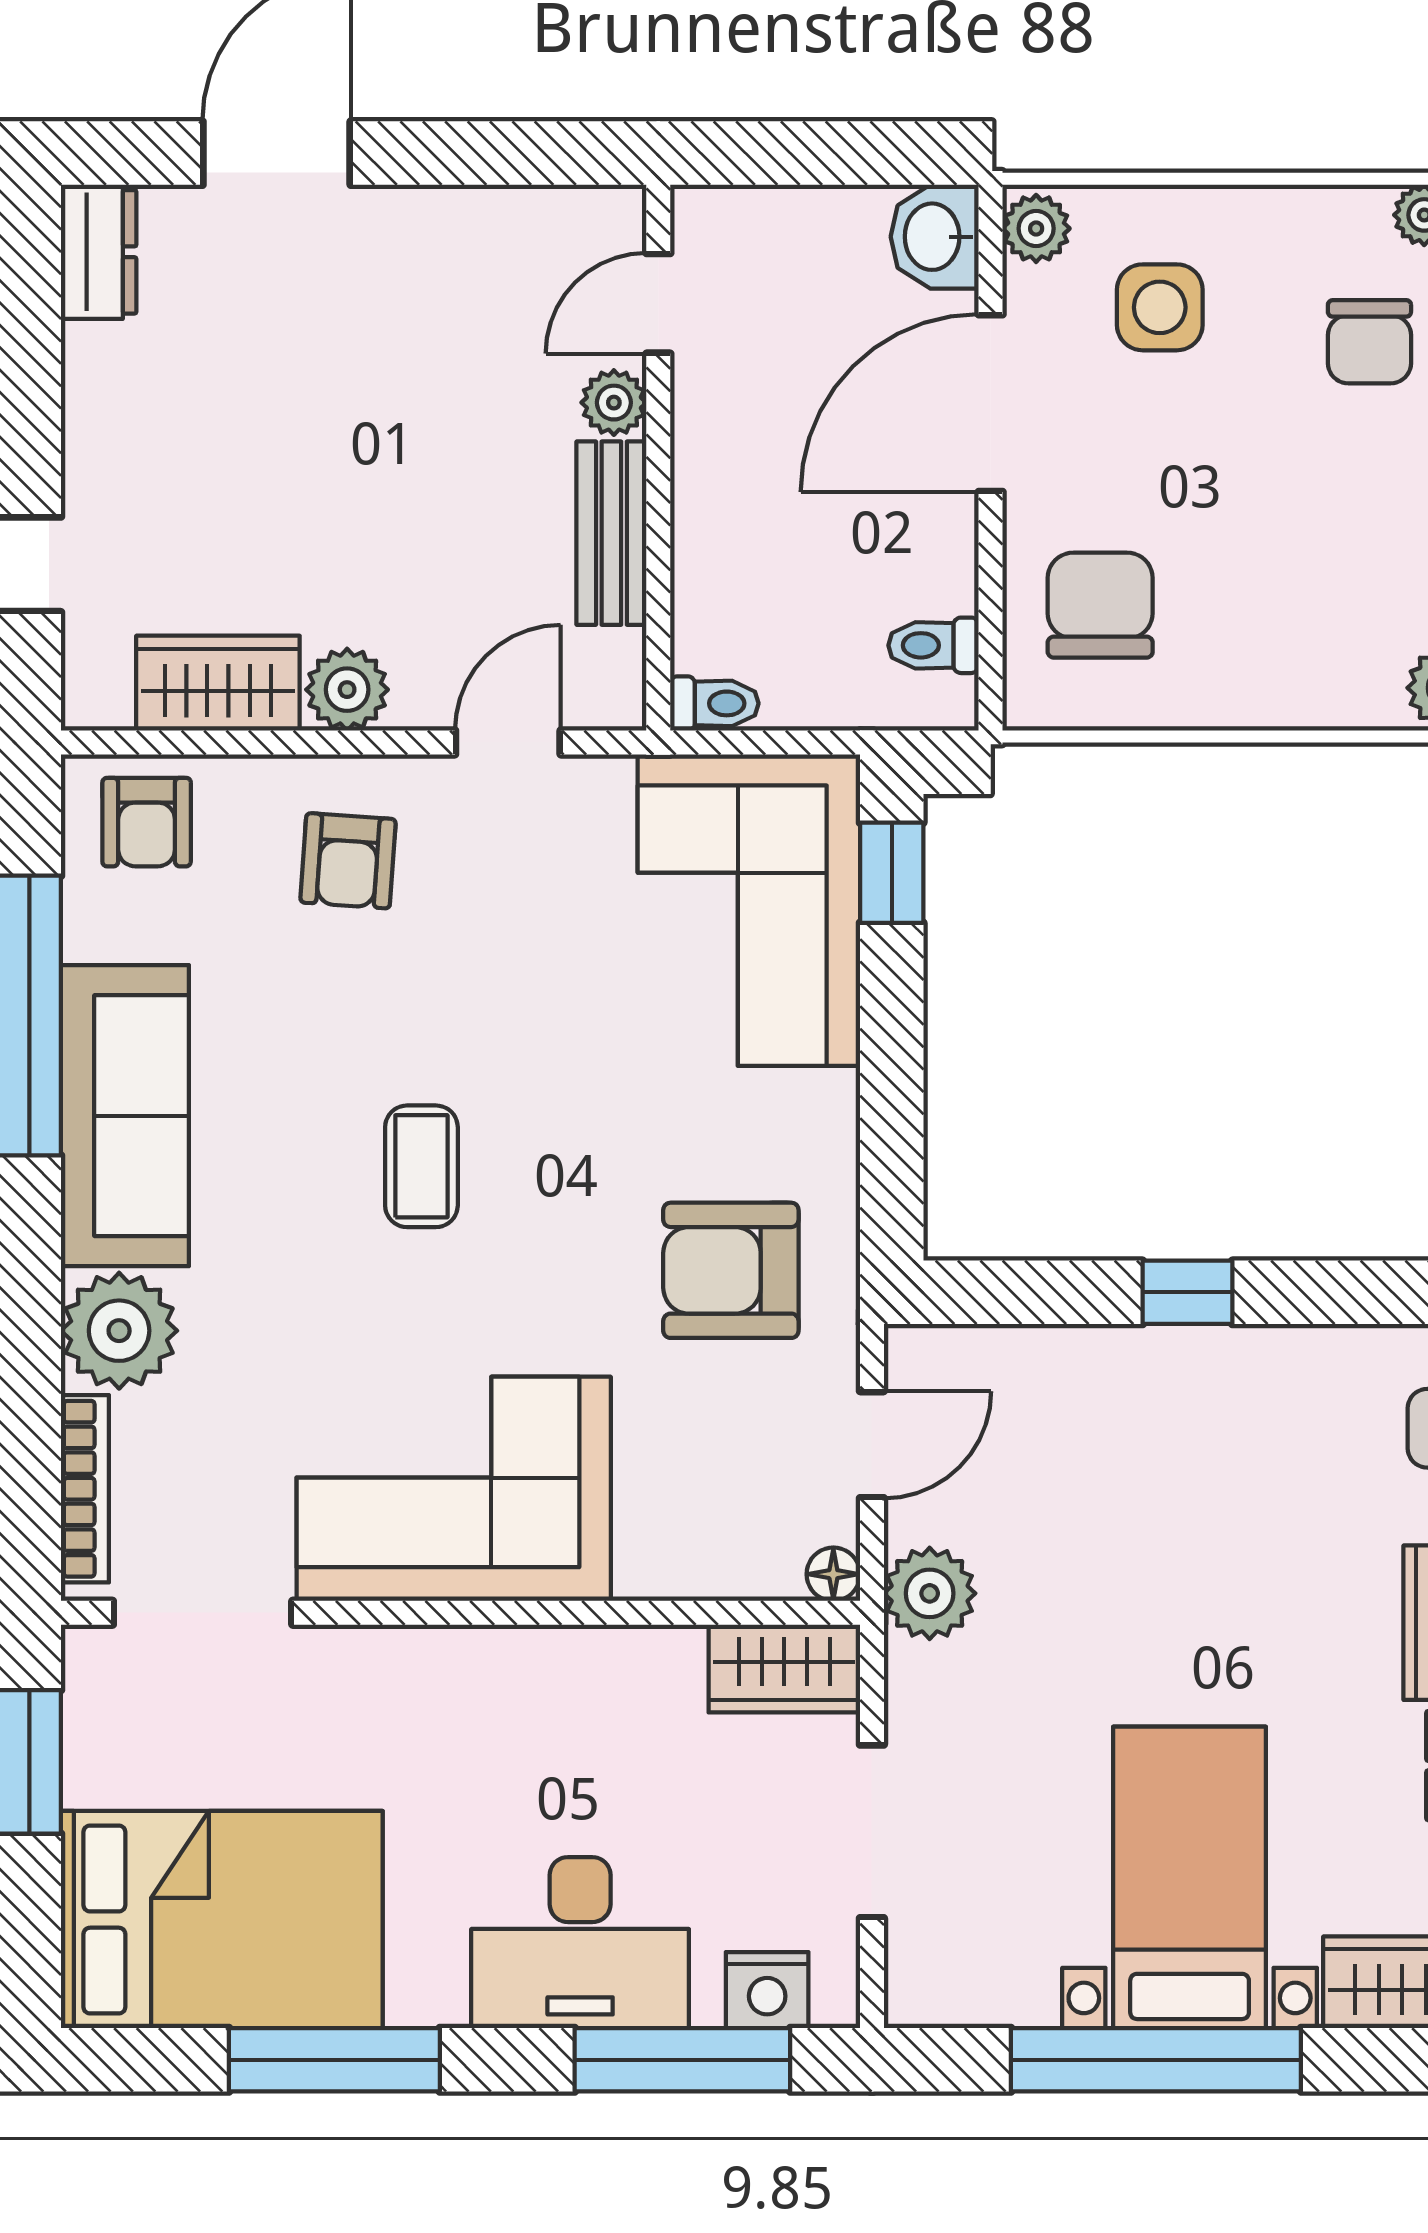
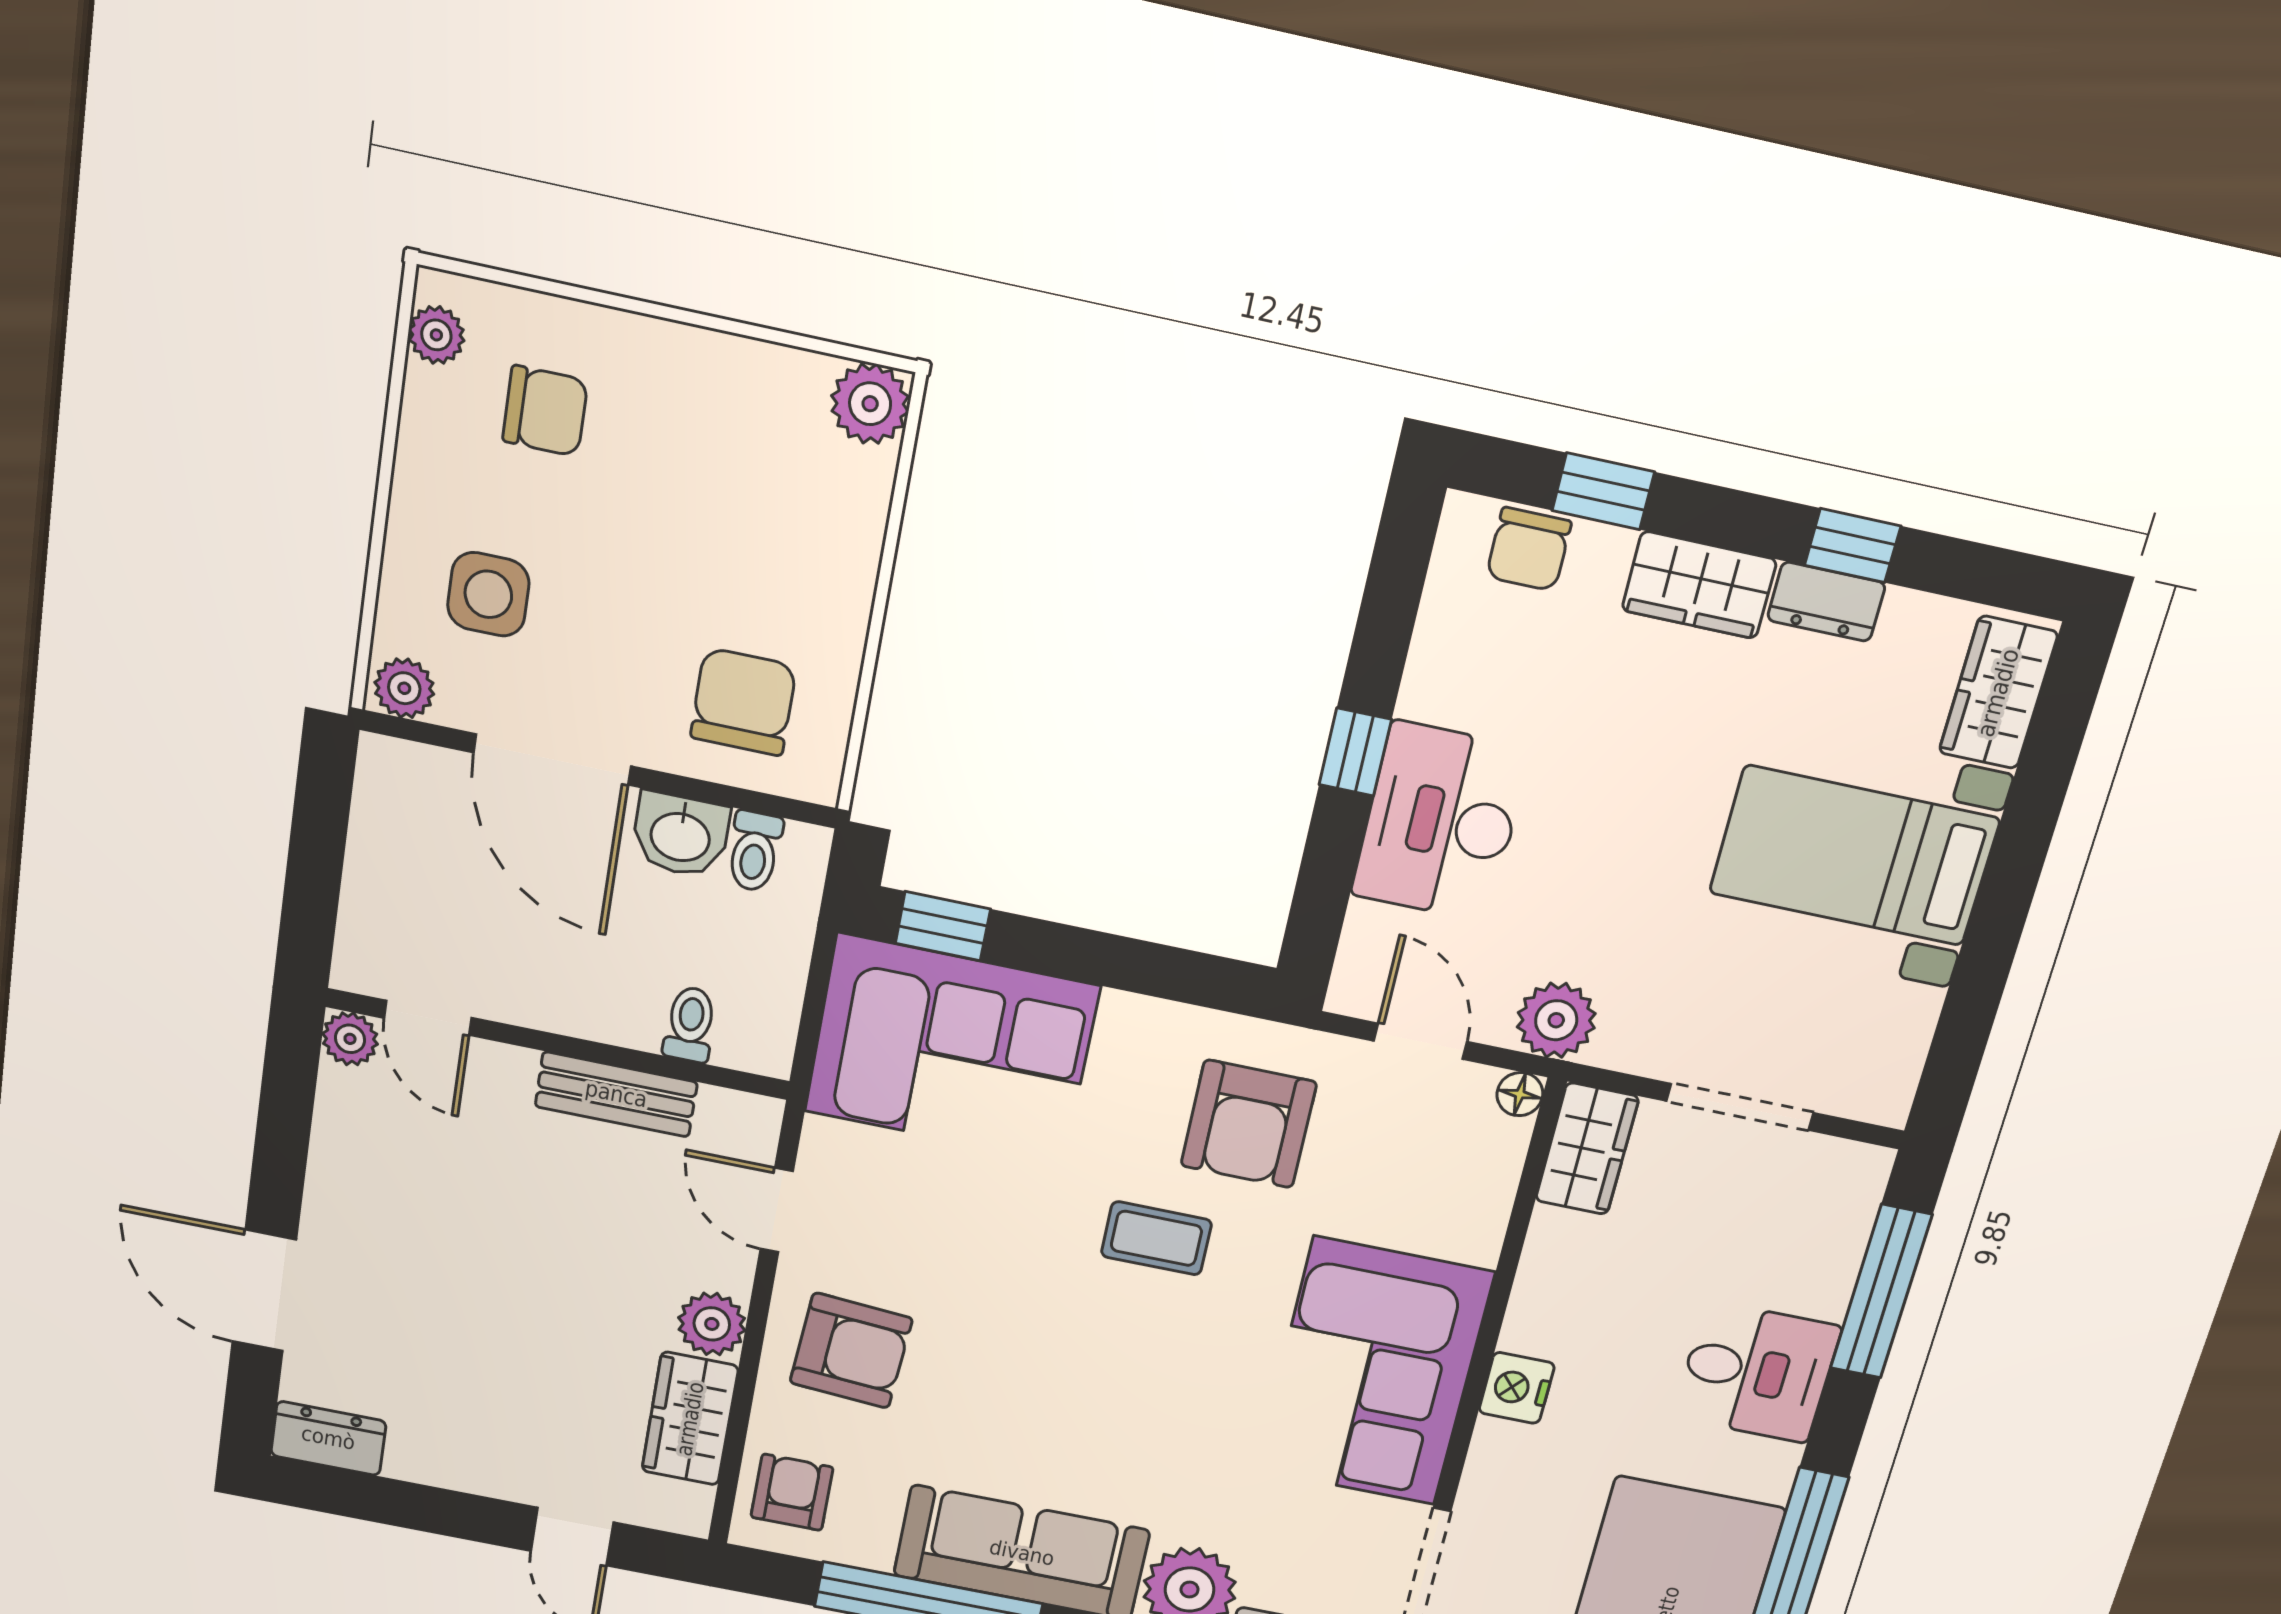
washbasin: (935, 237) -> (680, 835), moved
plant: (614, 403) -> (350, 1039), moved
chair: (1100, 605) -> (743, 702), turned 90
toilet: (714, 703) -> (690, 1024), moved
armchair: (147, 822) -> (792, 1492), turned -90
armchair: (348, 861) -> (851, 1351), width x1.38, depth x1.38
coffee table: (421, 1166) -> (1156, 1238), moved
desk: (1130, 1406) -> (1440, 822), added
desk: (580, 1943) -> (1757, 1372), width x0.73
nightstand: (767, 1990) -> (1517, 1388), moved, turned 180
window: (1156, 2060) -> (1999, 916), removed

